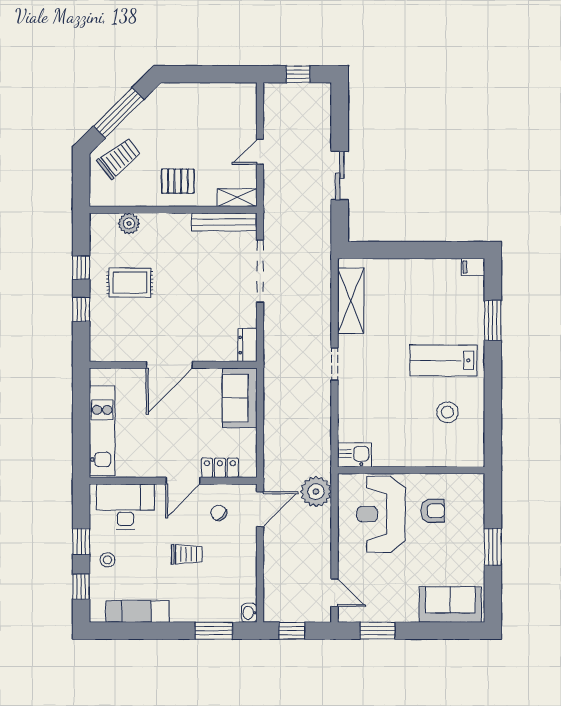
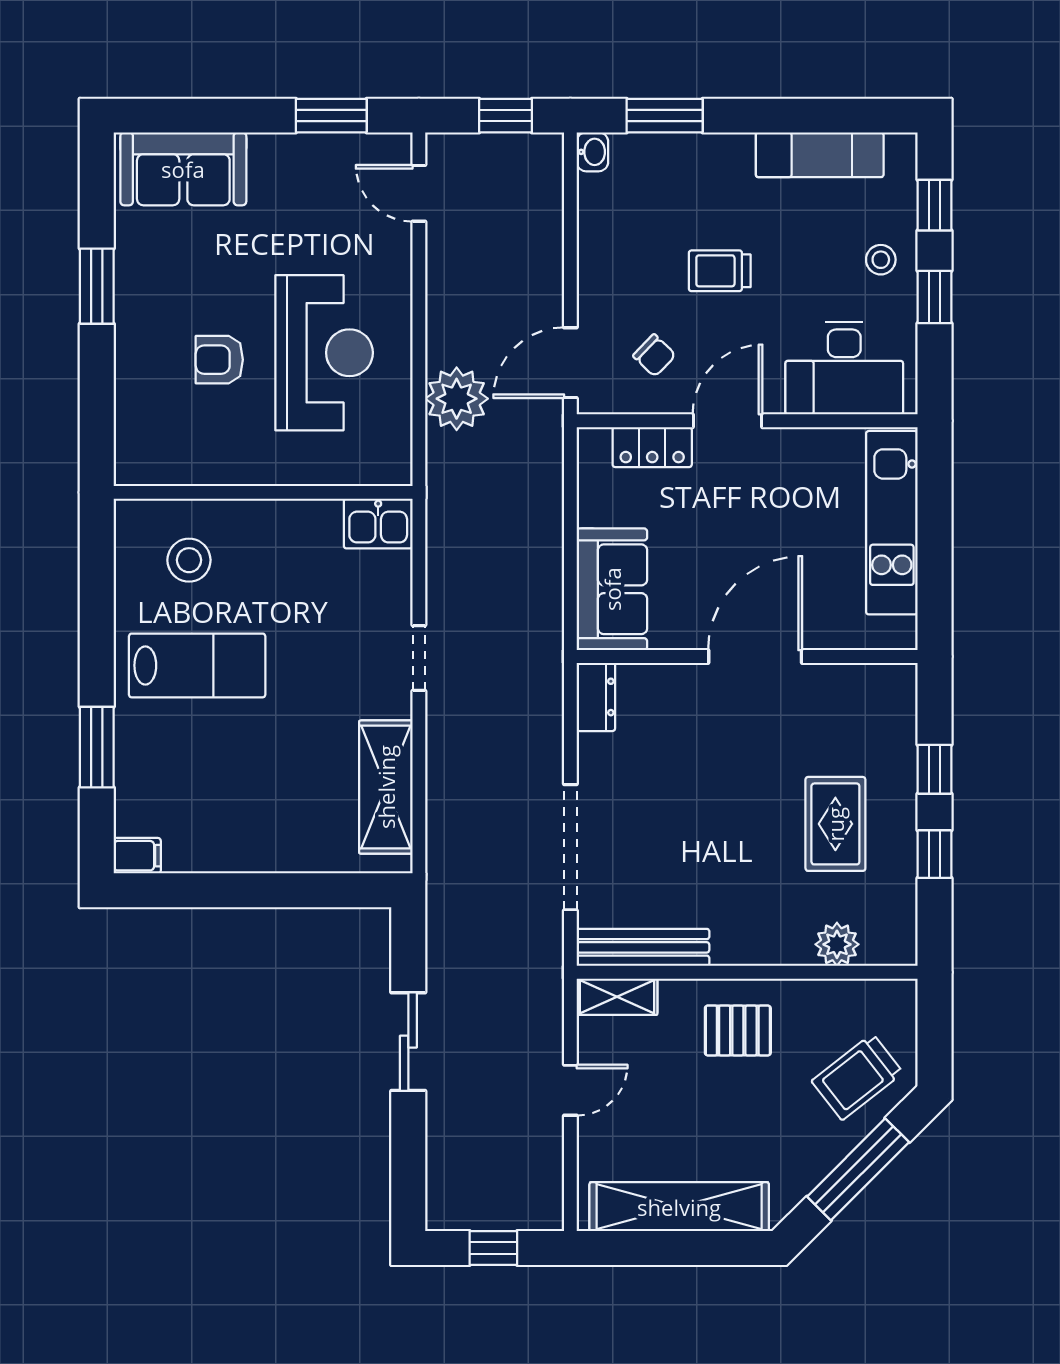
shelving: (207, 94) -> (679, 1207), added
rug: (130, 283) -> (835, 824), turned 90
kitchen sink: (355, 455) -> (378, 524), moved
wall: (411, 470) -> (263, 492), moved

